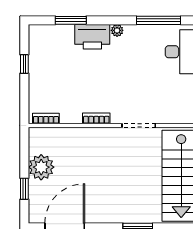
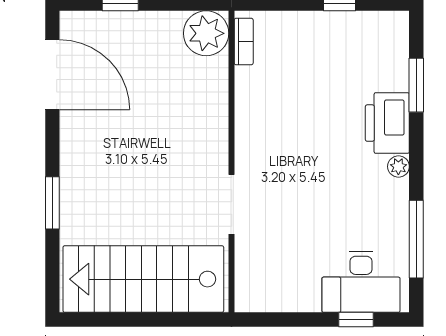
bookcase: (96, 118) -> (244, 130), removed
plant: (41, 167) -> (206, 33), moved

